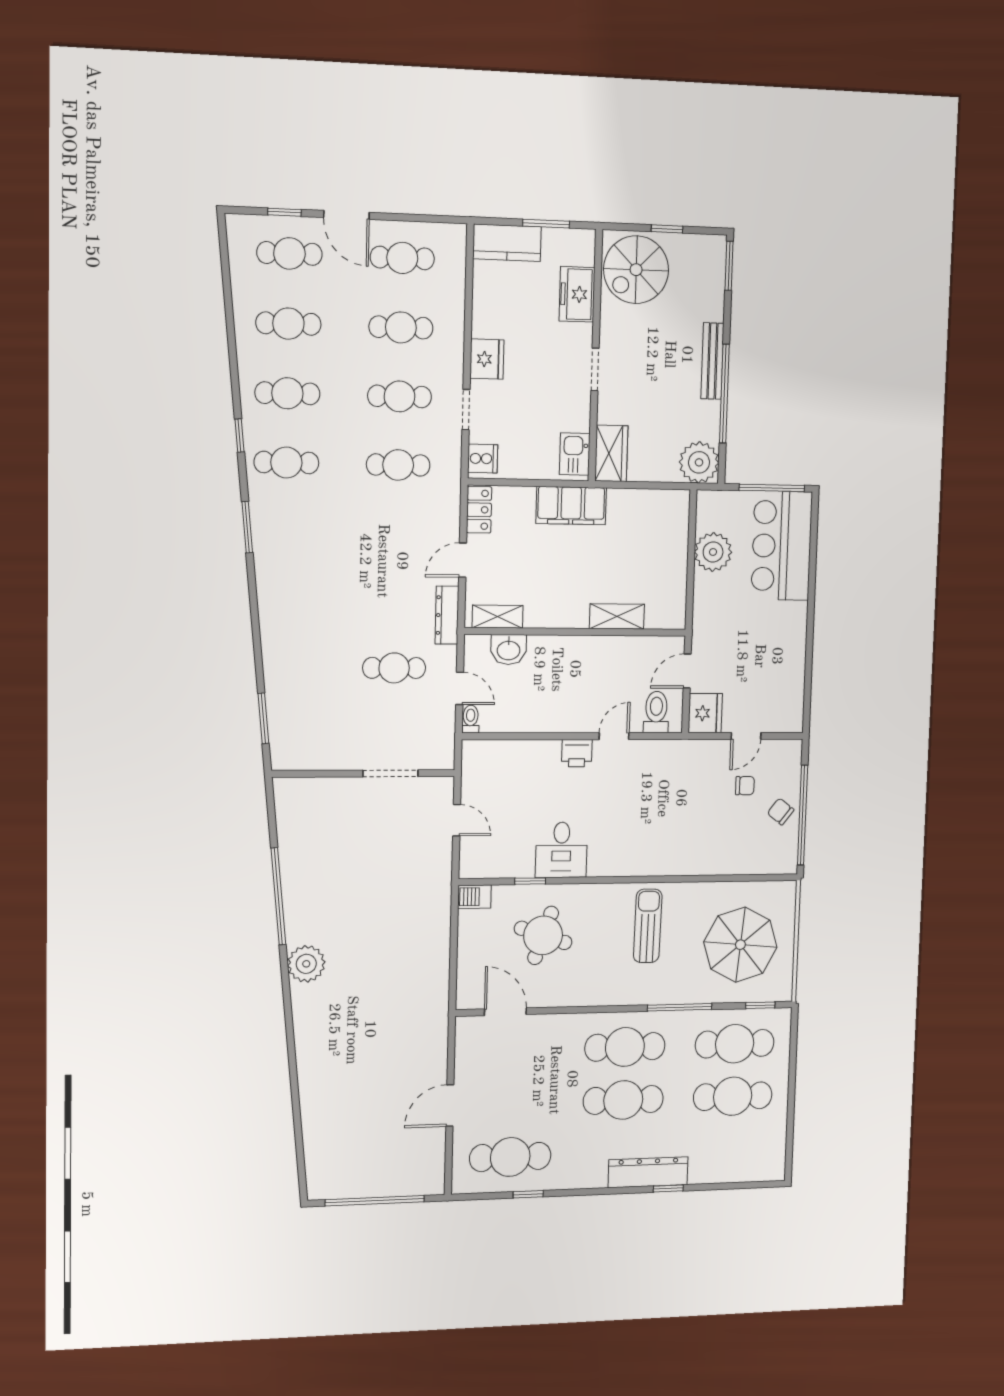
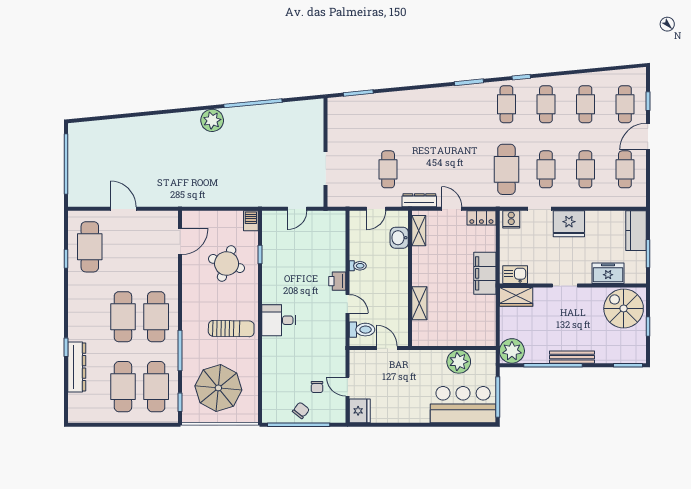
fridge: (487, 359) -> (569, 224), width x1.36, depth x1.34
cafe table: (398, 465) -> (506, 169), width x1.37, depth x1.35
fridge: (705, 713) -> (360, 411), moved, turned -90
toilet: (471, 719) -> (358, 266), moved
desk: (561, 850) -> (279, 320), moved
dresser: (648, 1172) -> (77, 367), moved

